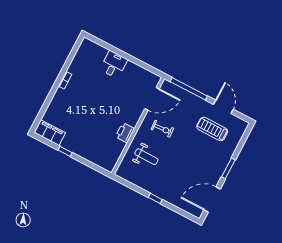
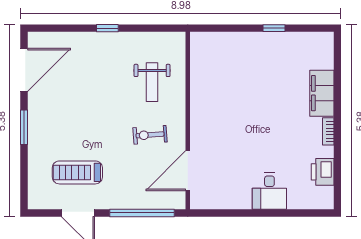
treadmill: (212, 129) -> (77, 172), turned 180
filing cabinet: (50, 133) -> (322, 93), moved, turned 90
printer: (125, 133) -> (323, 172), moved, turned 180
weight bench: (146, 157) -> (152, 82), turned -90

